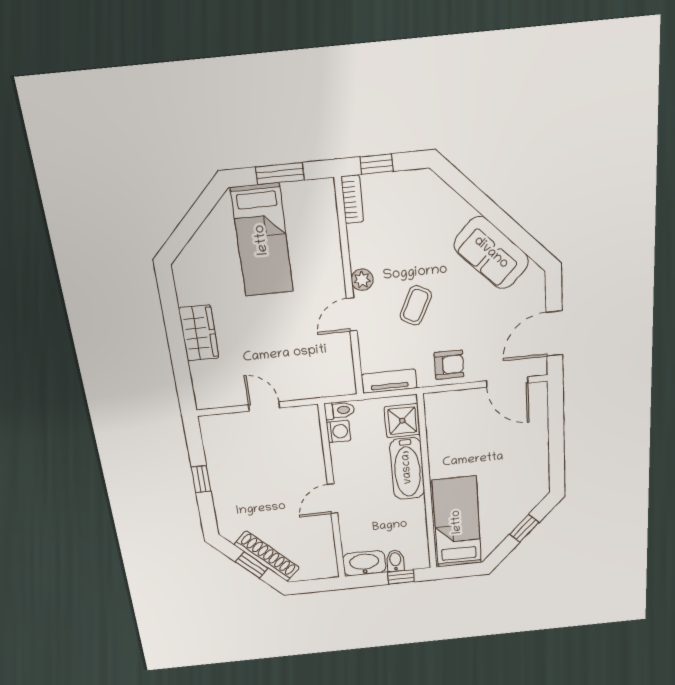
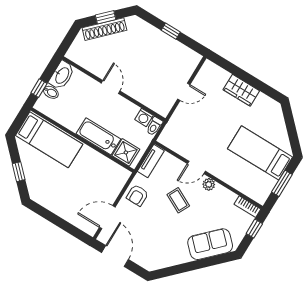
sofa: (491, 253) -> (210, 244), moved
door: (352, 315) -> (196, 167), swing flipped

